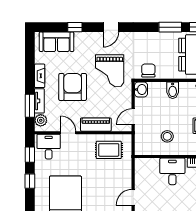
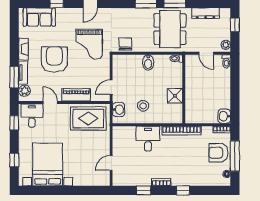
washbasin: (141, 89) -> (119, 110), moved
rug: (109, 150) -> (88, 119), width x1.36, depth x1.43
window: (30, 181) -> (14, 160), moved

